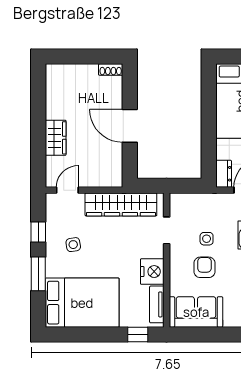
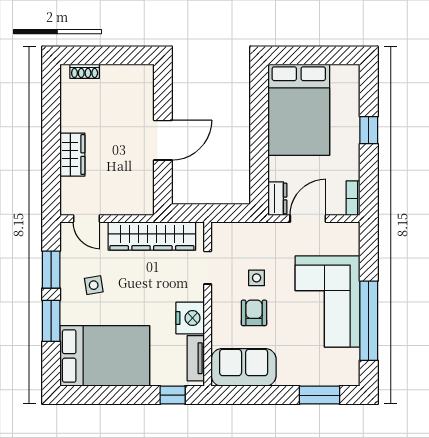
shoe rack: (111, 70) -> (85, 71), moved
door: (130, 126) -> (163, 140), swing flipped
door: (67, 190) -> (86, 219), swing flipped
window: (38, 232) -> (51, 270), width x1.50

